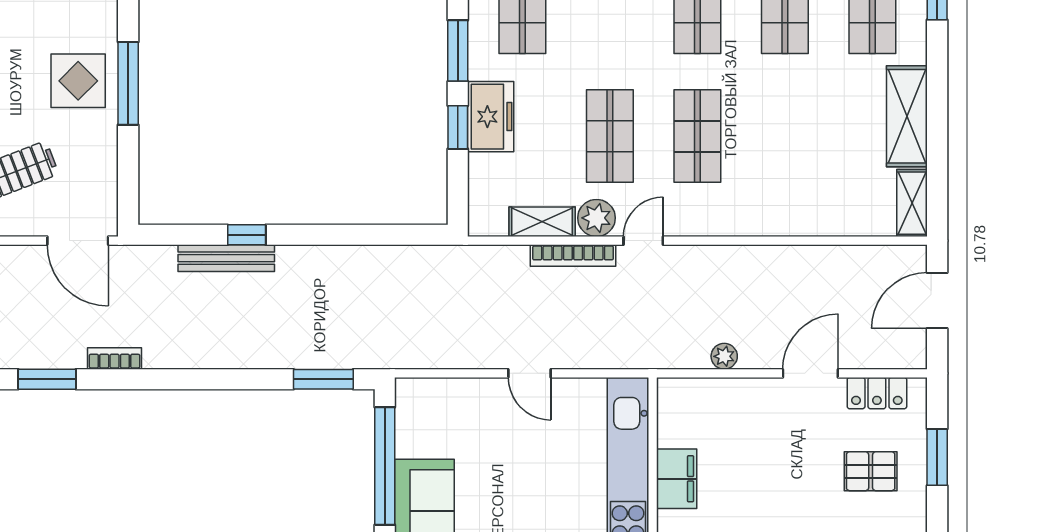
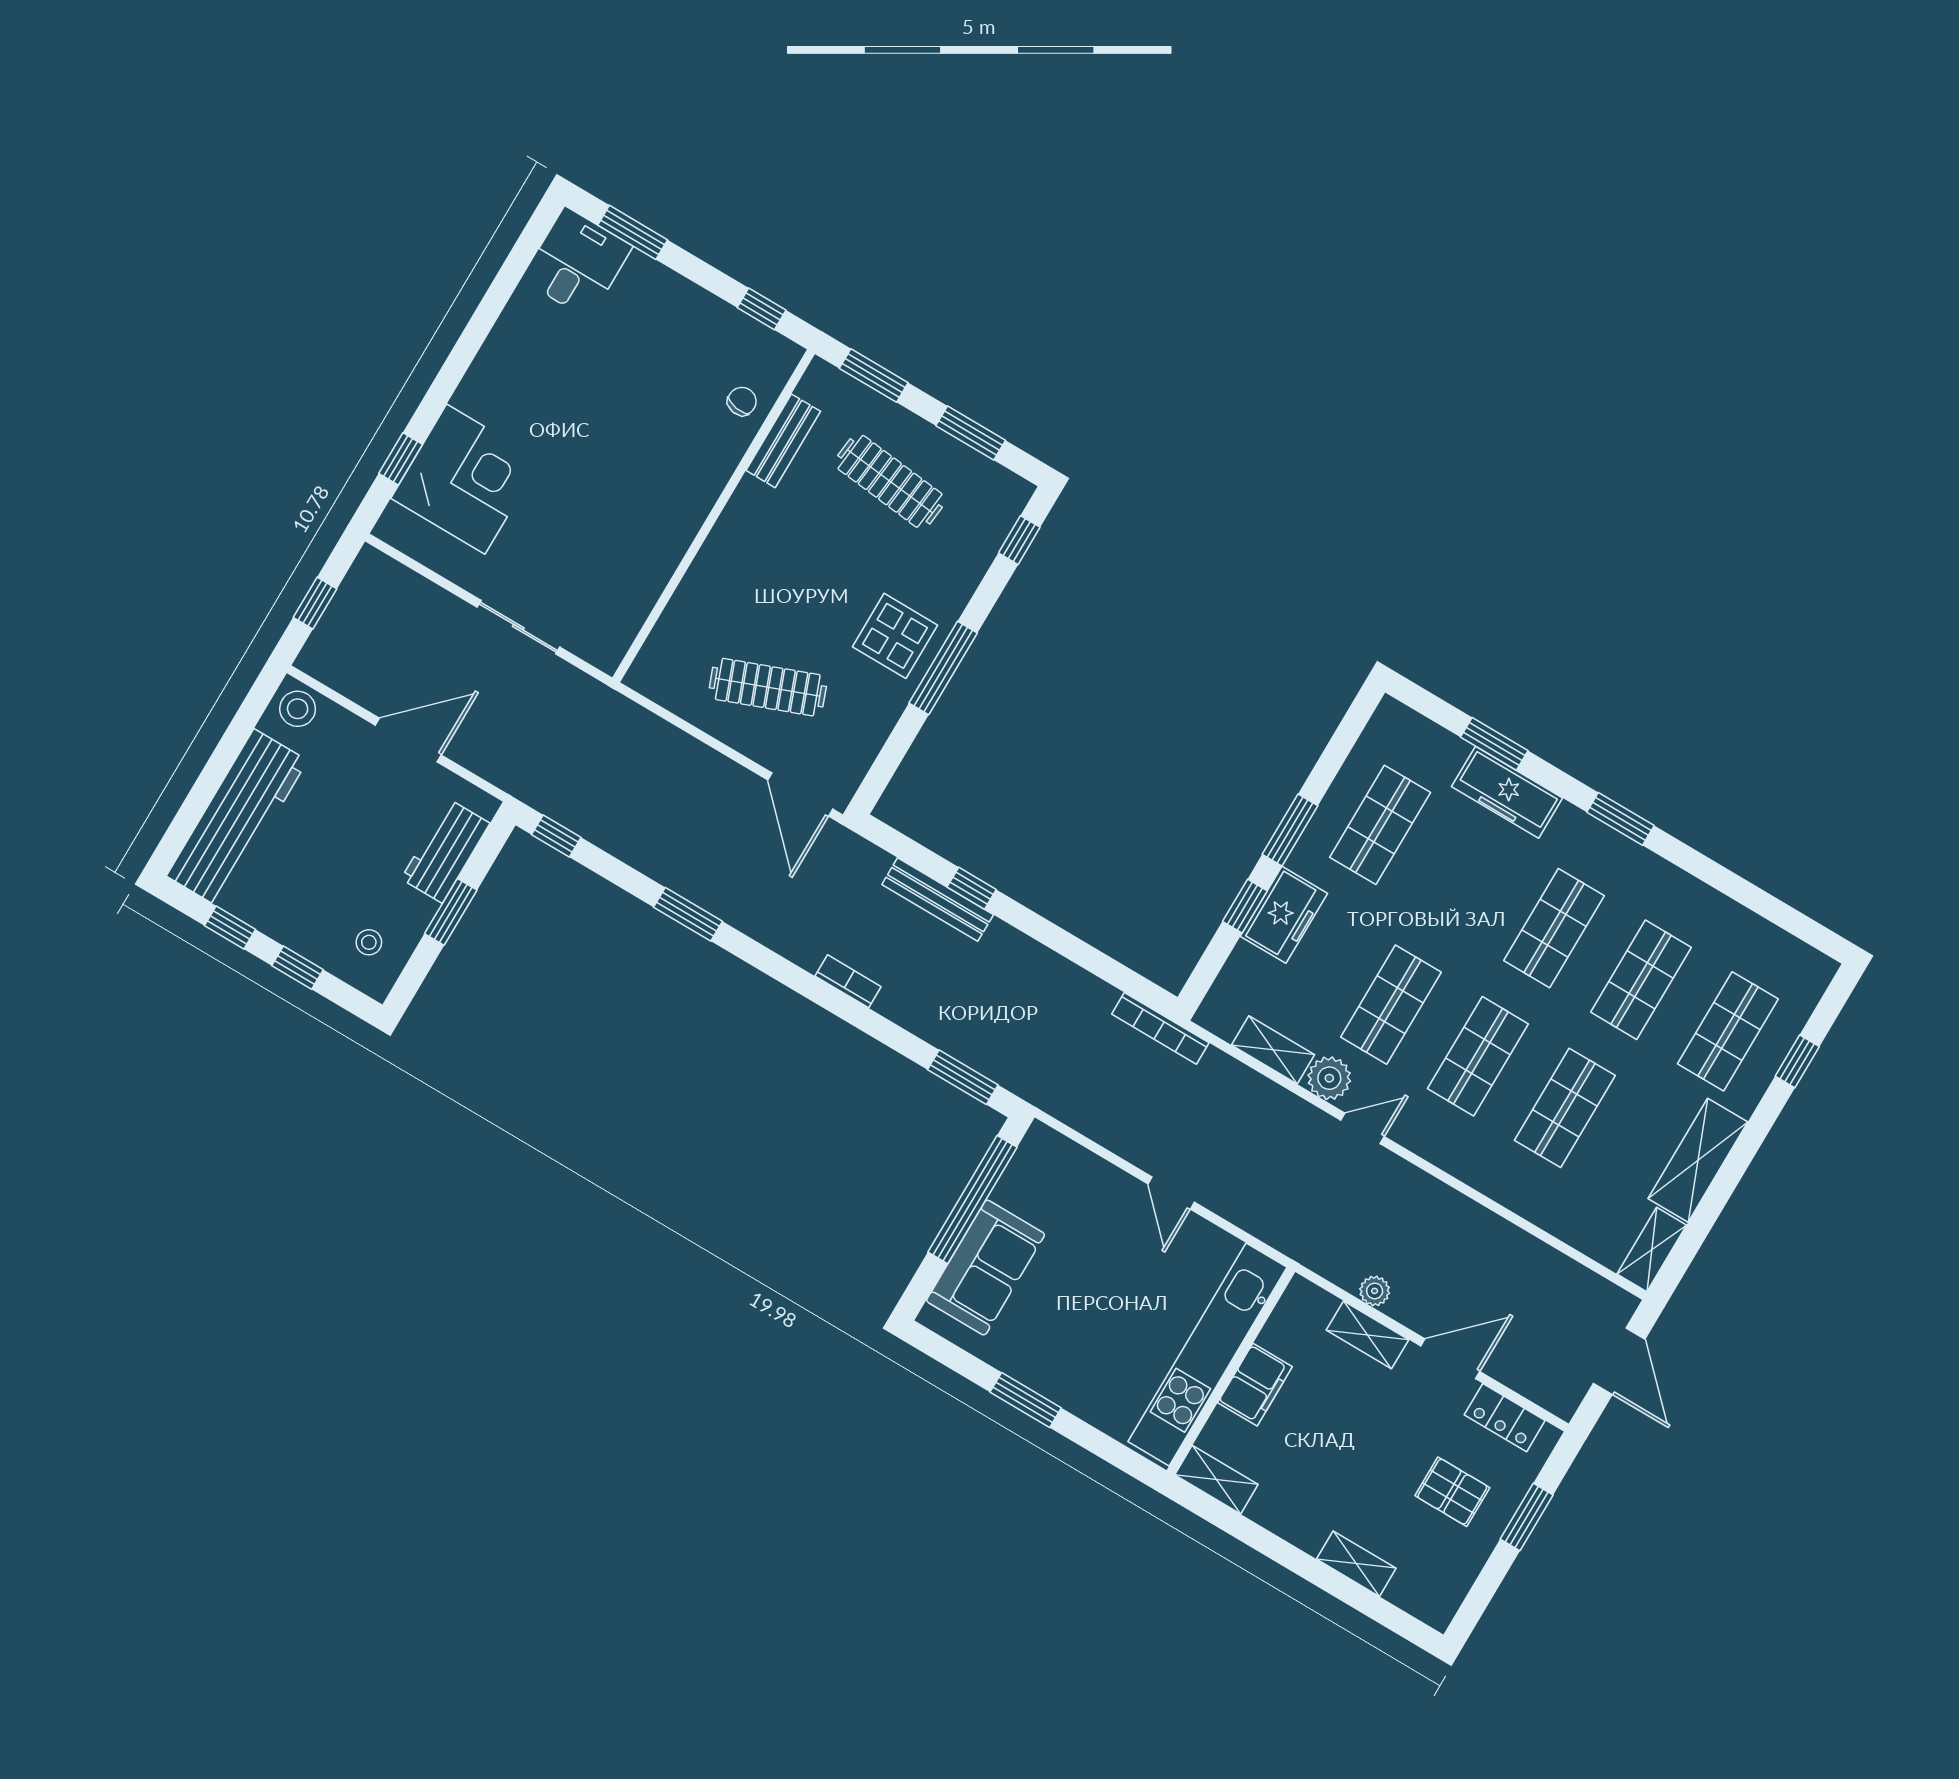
shop shelf: (785, 136) -> (1565, 1108), added
bookcase: (573, 256) -> (1160, 1028), moved
door: (937, 301) -> (1619, 1361), swing flipped
bookcase: (115, 359) -> (848, 981), moved
shelving: (738, 392) -> (1368, 1335), added

